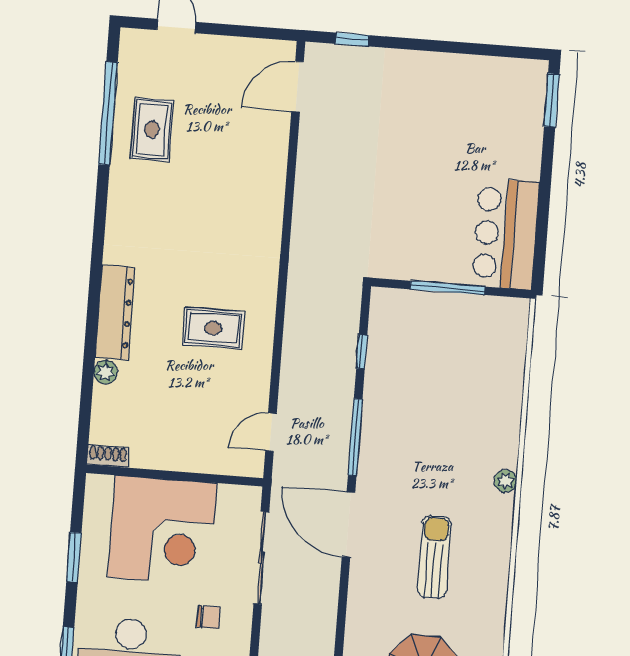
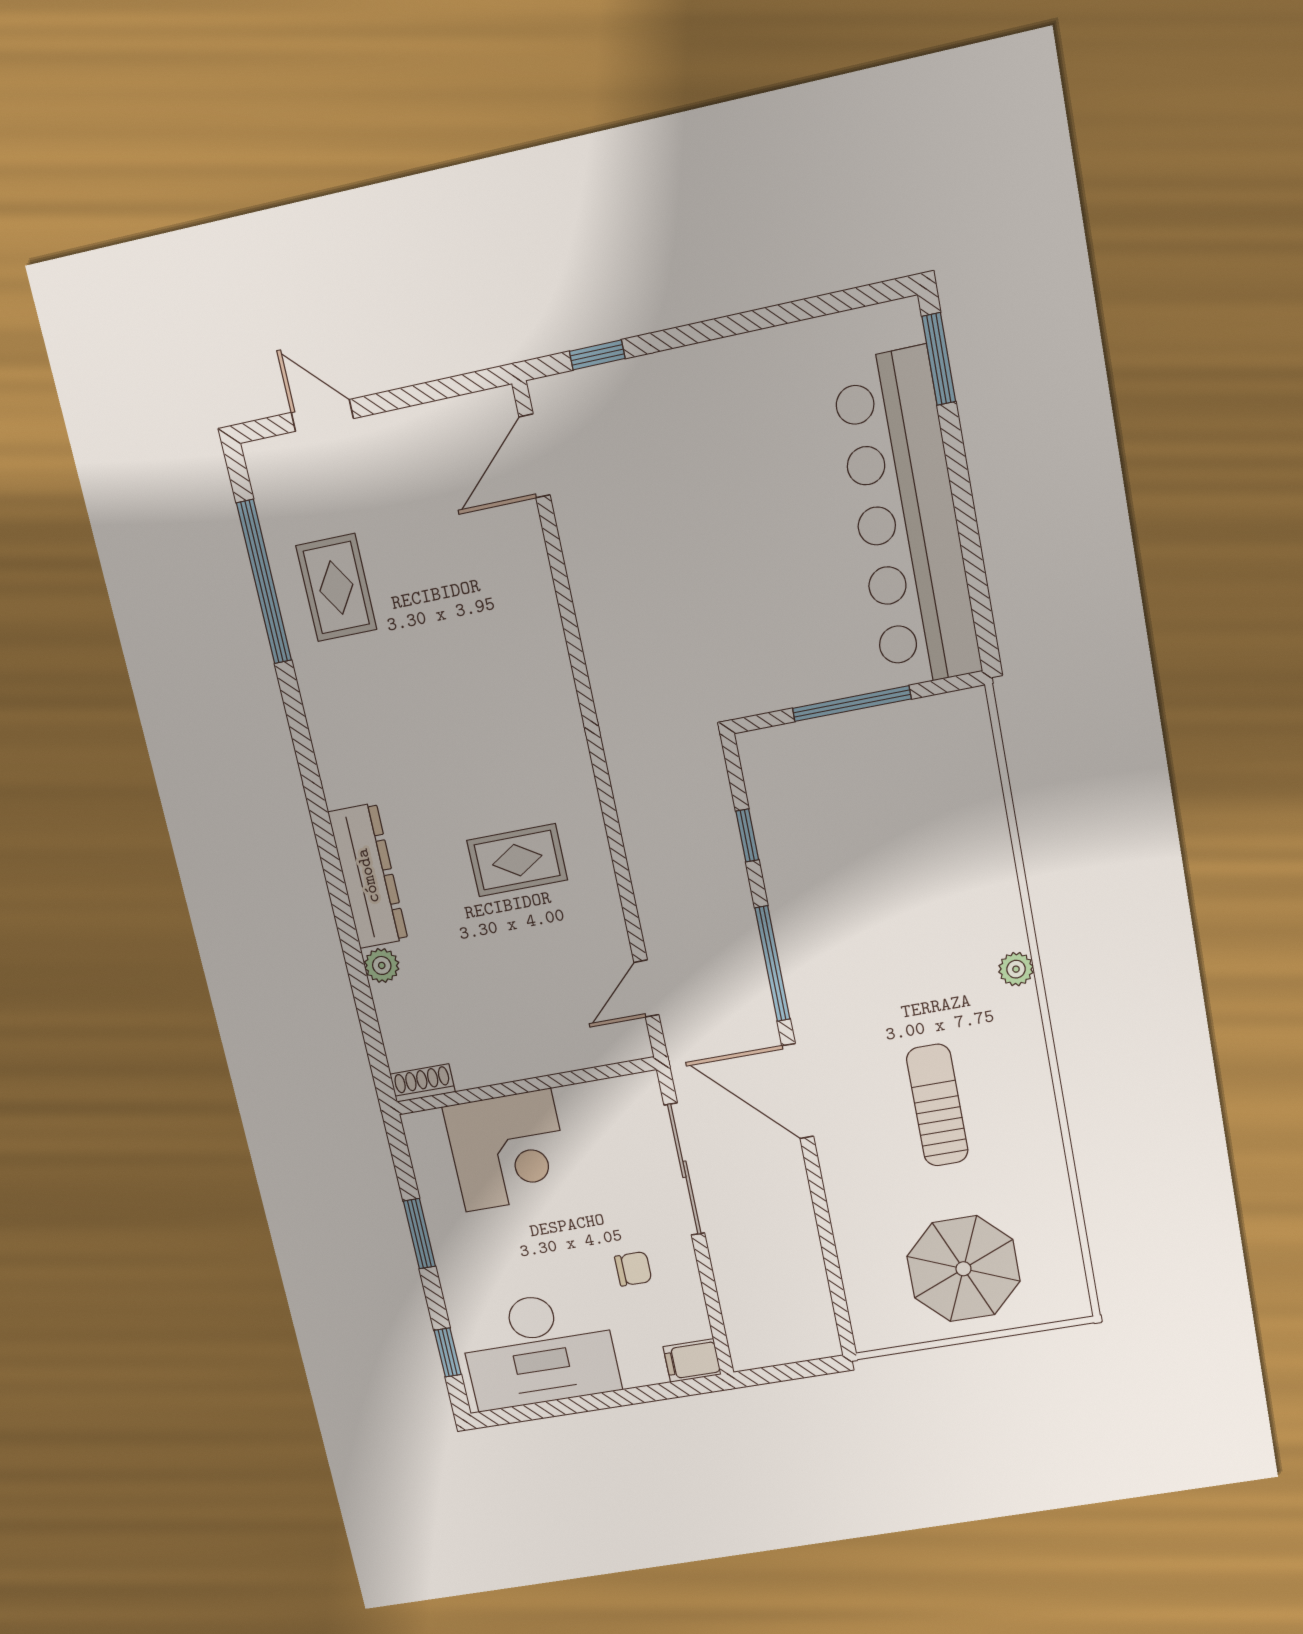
bar counter: (506, 234) -> (907, 520), width x1.86
corner desk: (163, 530) -> (508, 1150), width x0.74, depth x0.74

